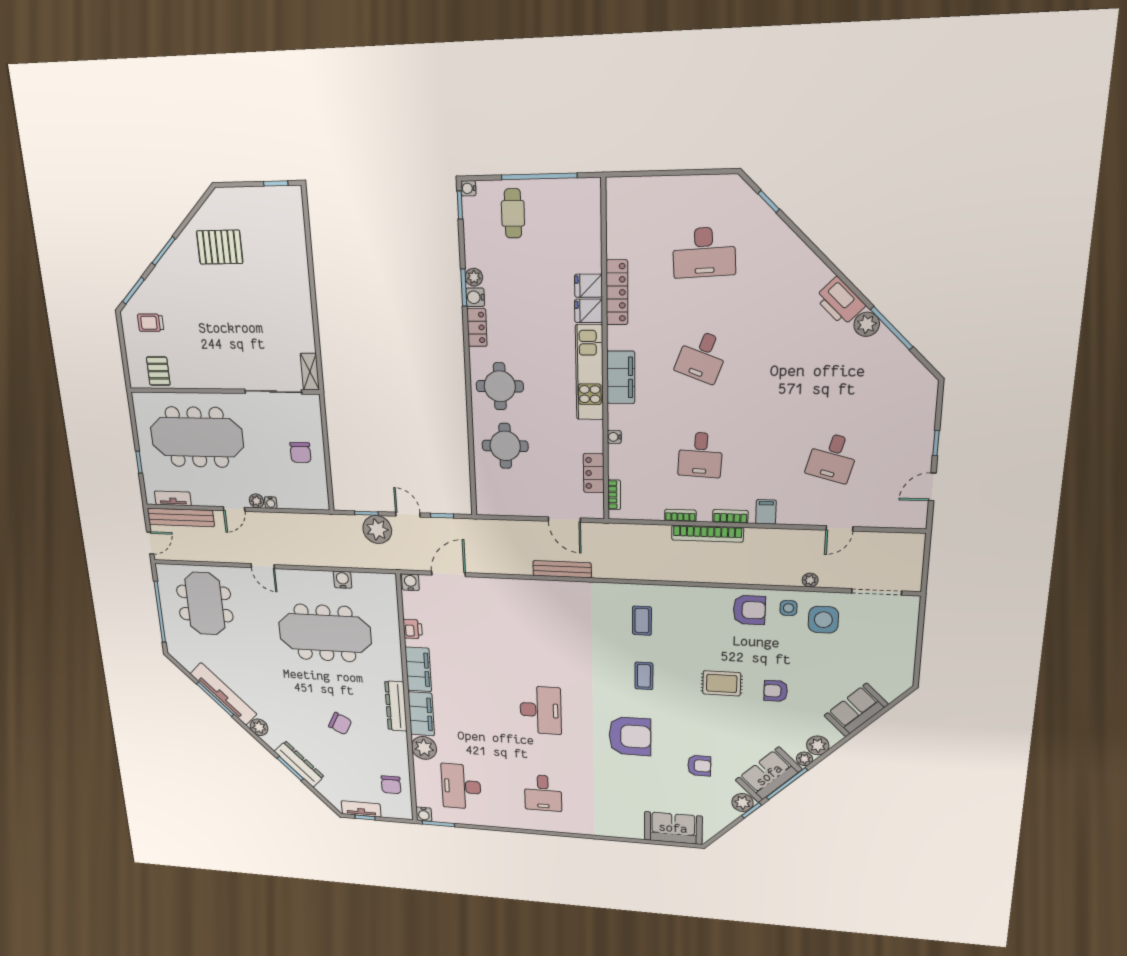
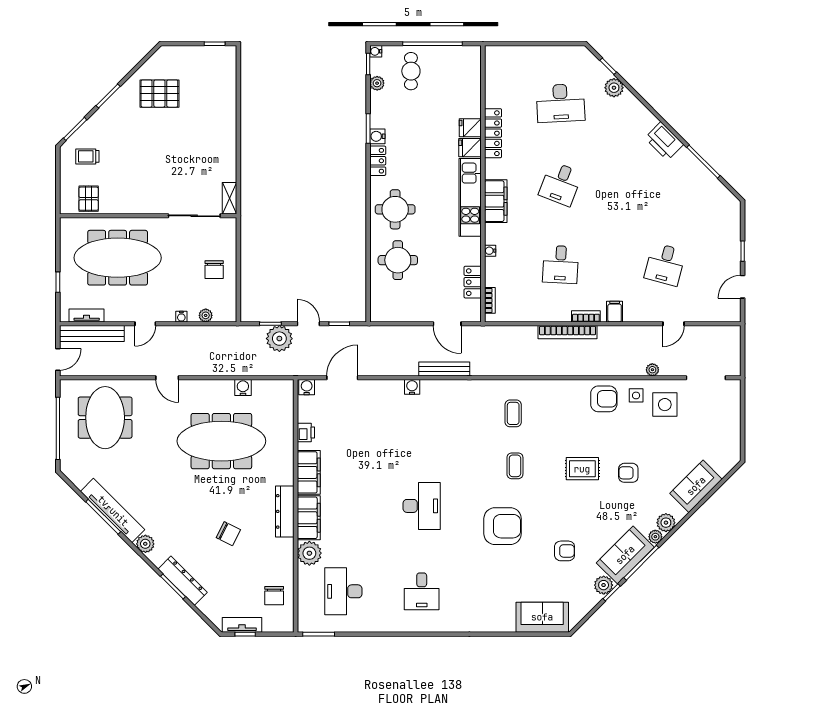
plant: (474, 277) -> (377, 83), moved
plant: (867, 324) -> (614, 88), moved
plant: (256, 501) -> (206, 315), moved
bookcase: (680, 515) -> (545, 317), removed
water cooler: (424, 814) -> (412, 387), moved, turned 180

